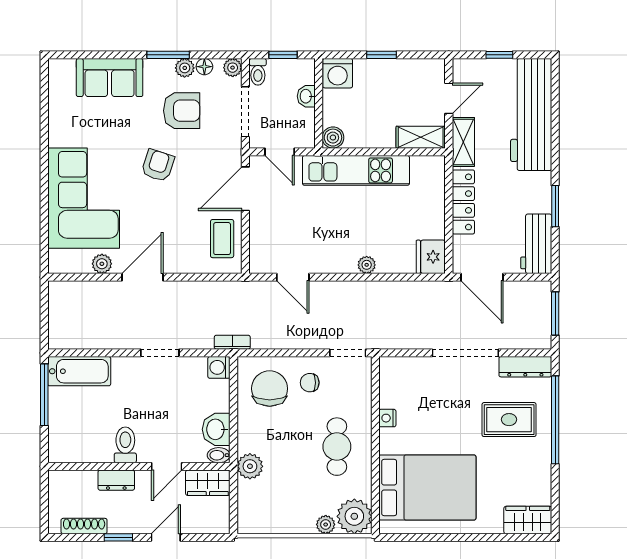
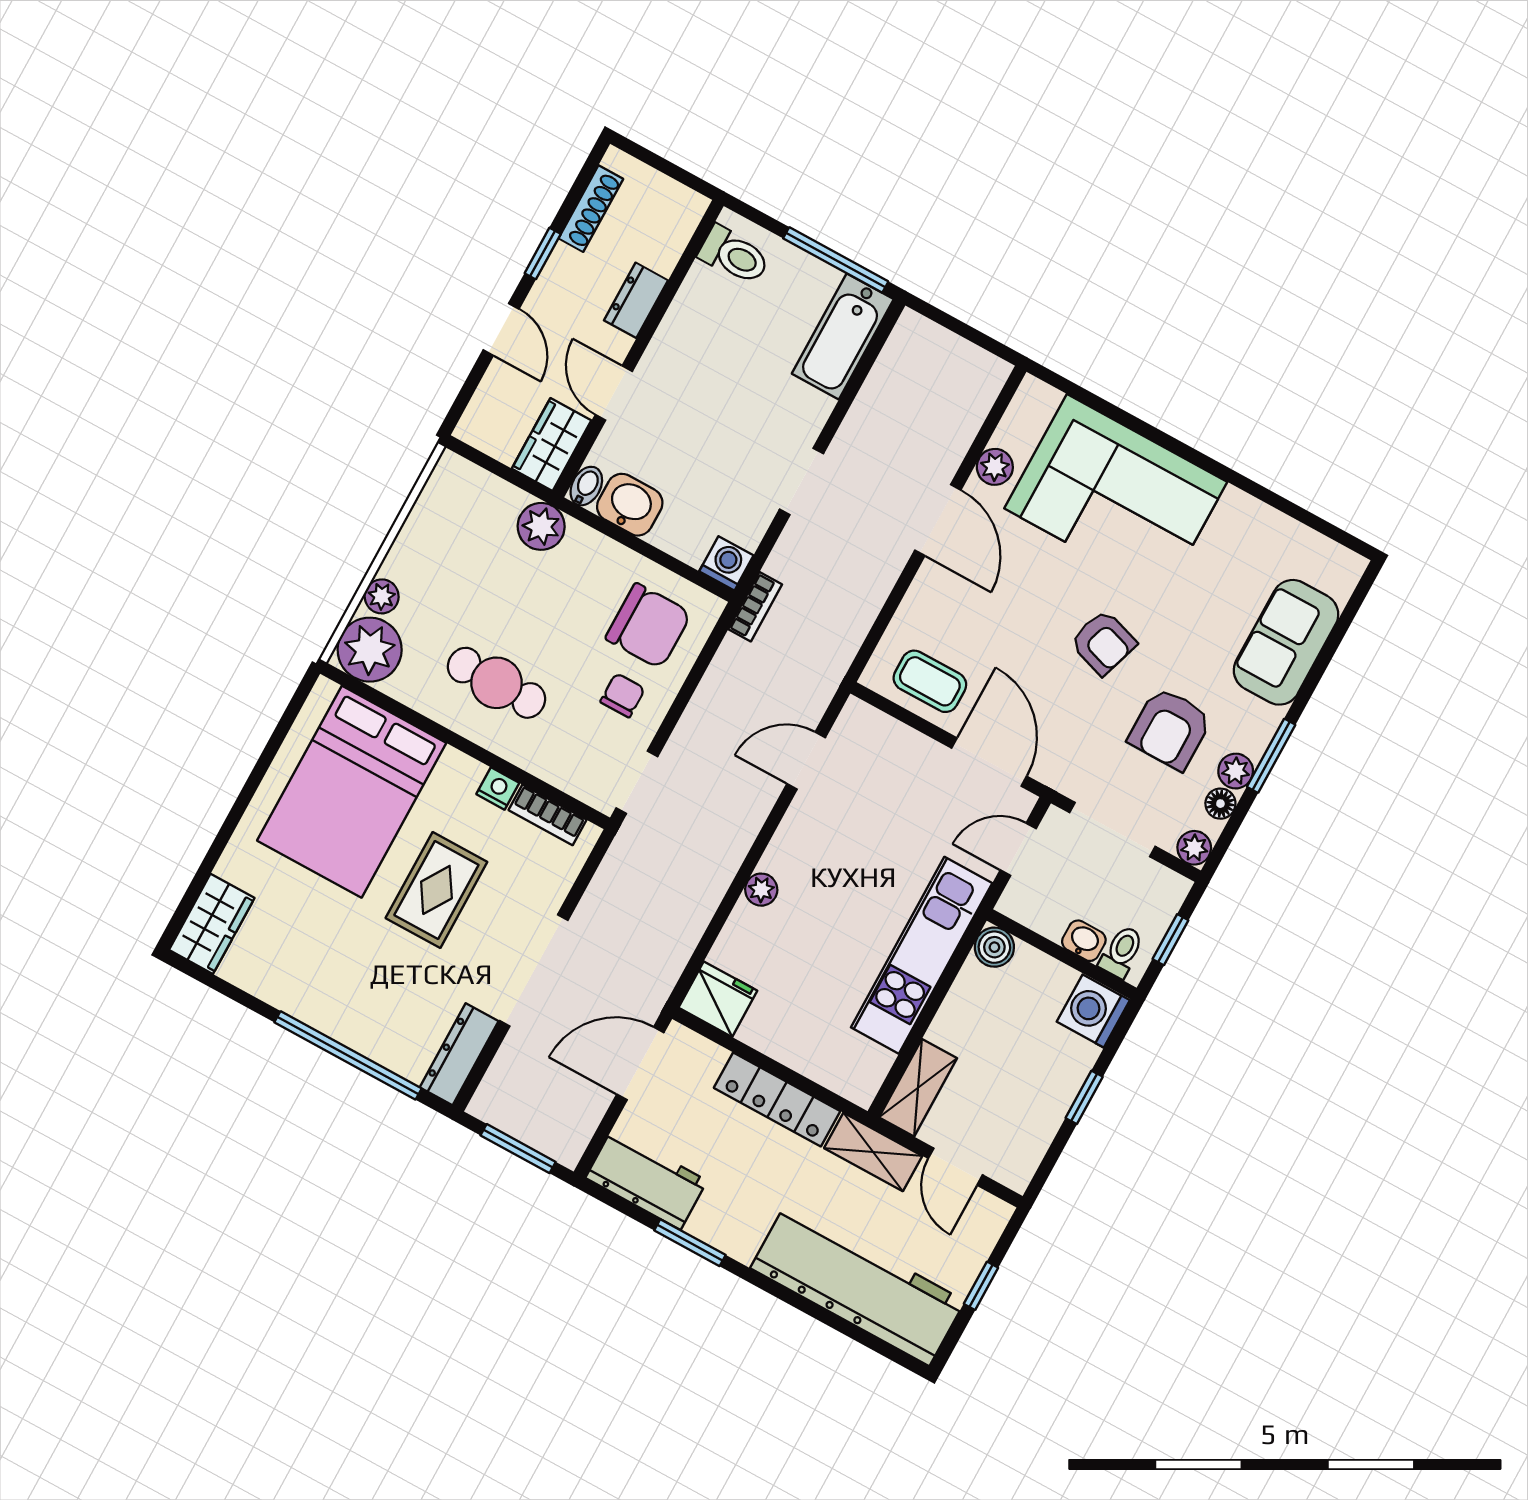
toilet: (258, 72) -> (1122, 952), moved, turned 90
bookcase: (387, 387) -> (548, 815), added
rug: (509, 420) -> (436, 890), moved
toilet: (125, 445) -> (734, 255), moved

